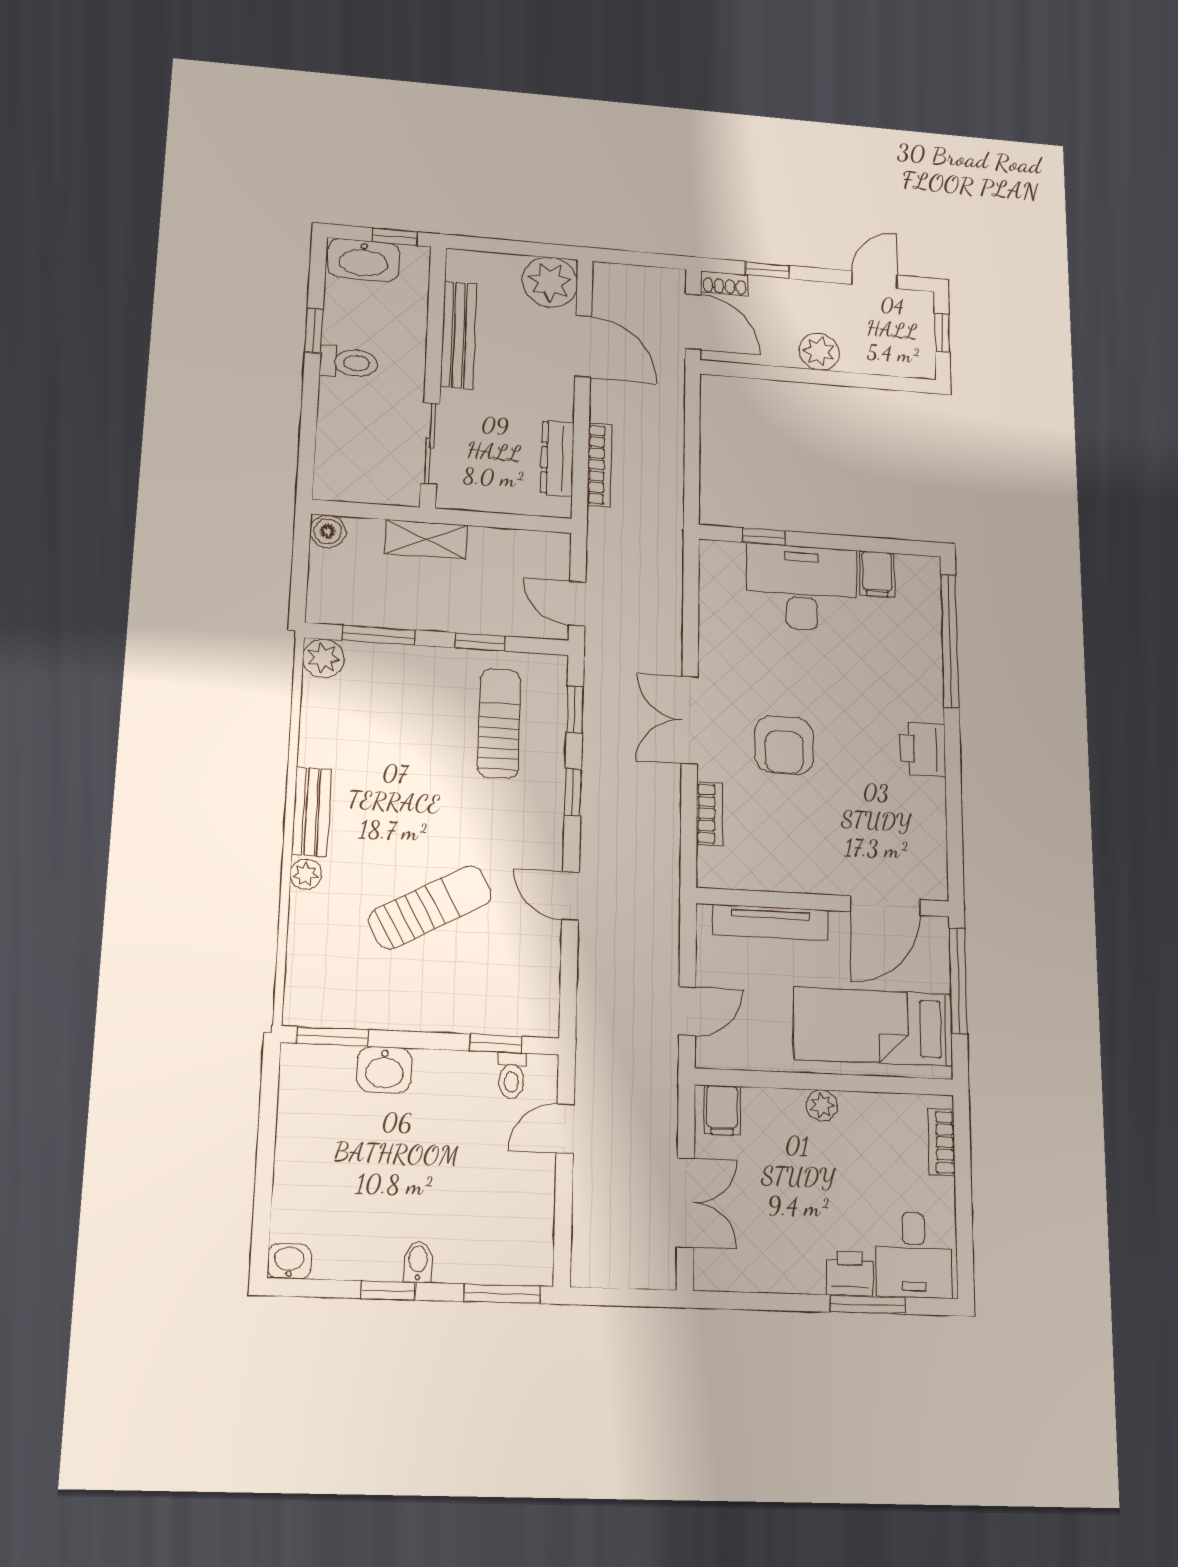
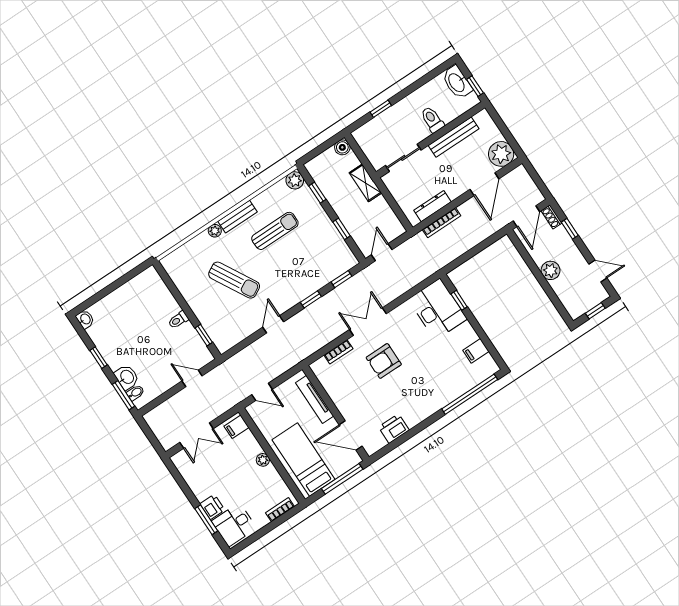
window: (314, 331) -> (381, 109), moved
toilet: (348, 362) -> (432, 120), moved, turned 180
desk: (802, 588) -> (437, 309), moved
window: (378, 635) -> (317, 193), width x0.67
sun lounger: (499, 723) -> (275, 231), moved
printer: (923, 749) -> (394, 429), moved
window: (332, 1036) -> (167, 280), removed
washbasin: (384, 1070) -> (127, 377), moved, turned 180
toilet: (511, 1075) -> (178, 320), moved
bidet: (418, 1262) -> (135, 393), moved

